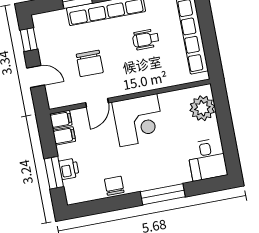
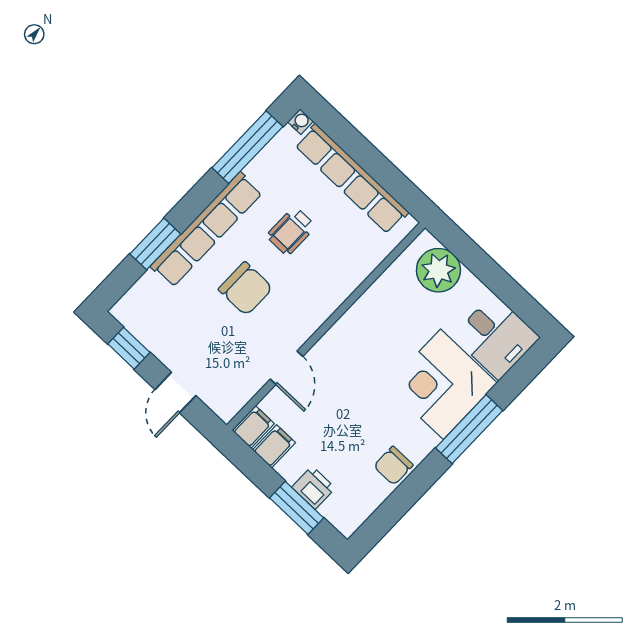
chair: (90, 63) -> (245, 289), moved
door: (36, 77) -> (175, 393), swing flipped
corner desk: (138, 120) -> (442, 384), moved, turned 180
chair: (114, 186) -> (393, 466), turned -90

